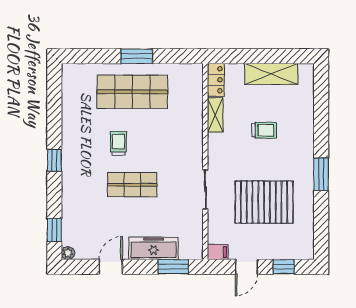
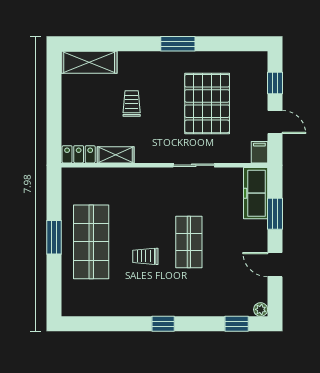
shelving: (271, 74) -> (89, 62), moved, turned 90
freezer: (153, 248) -> (256, 193), moved
window: (173, 267) -> (275, 214), moved

